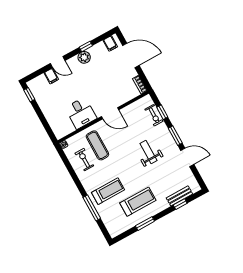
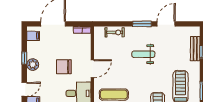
chair: (98, 86) -> (64, 67), added
window: (162, 112) -> (116, 24), removed

